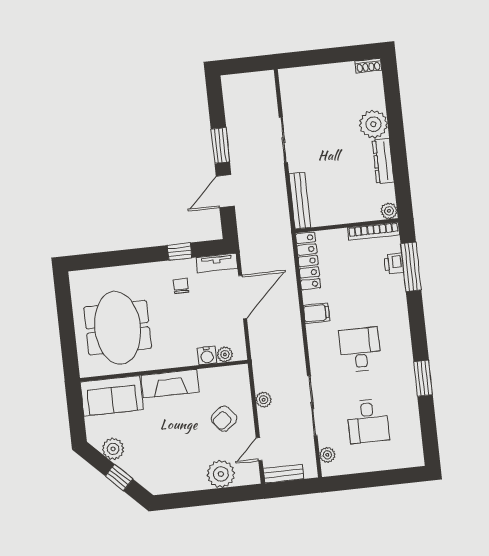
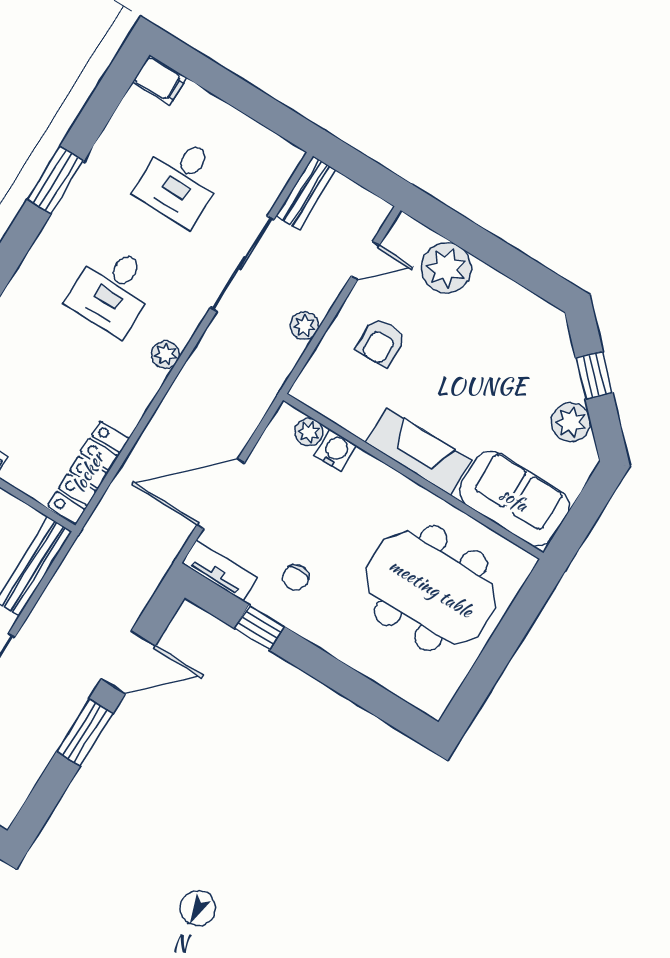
filing cabinet: (316, 313) -> (160, 80), moved, turned 180
meeting table: (118, 328) -> (431, 588), turned 90
armchair: (224, 419) -> (381, 342), turned 128
desk: (368, 421) -> (180, 181), turned 180
plant: (327, 455) -> (165, 354), moved
bench: (283, 474) -> (306, 193), moved, turned 90

